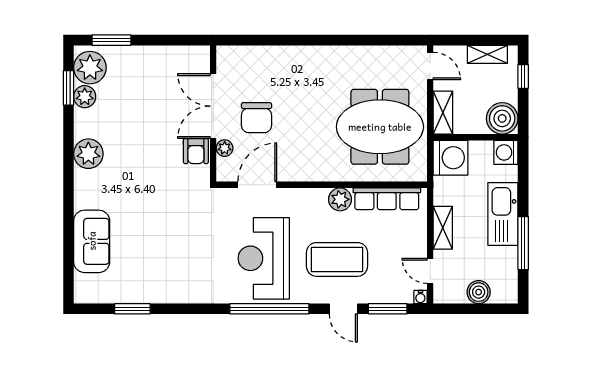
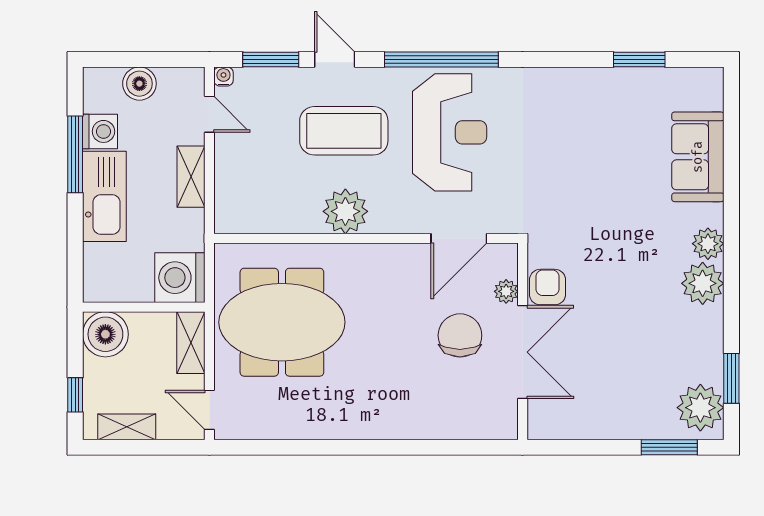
plant: (85, 97) -> (708, 244), moved
washing machine: (506, 152) -> (100, 131), moved
plant: (340, 199) -> (345, 211), width x1.36, depth x1.36
row of seats: (387, 199) -> (272, 218), removed

